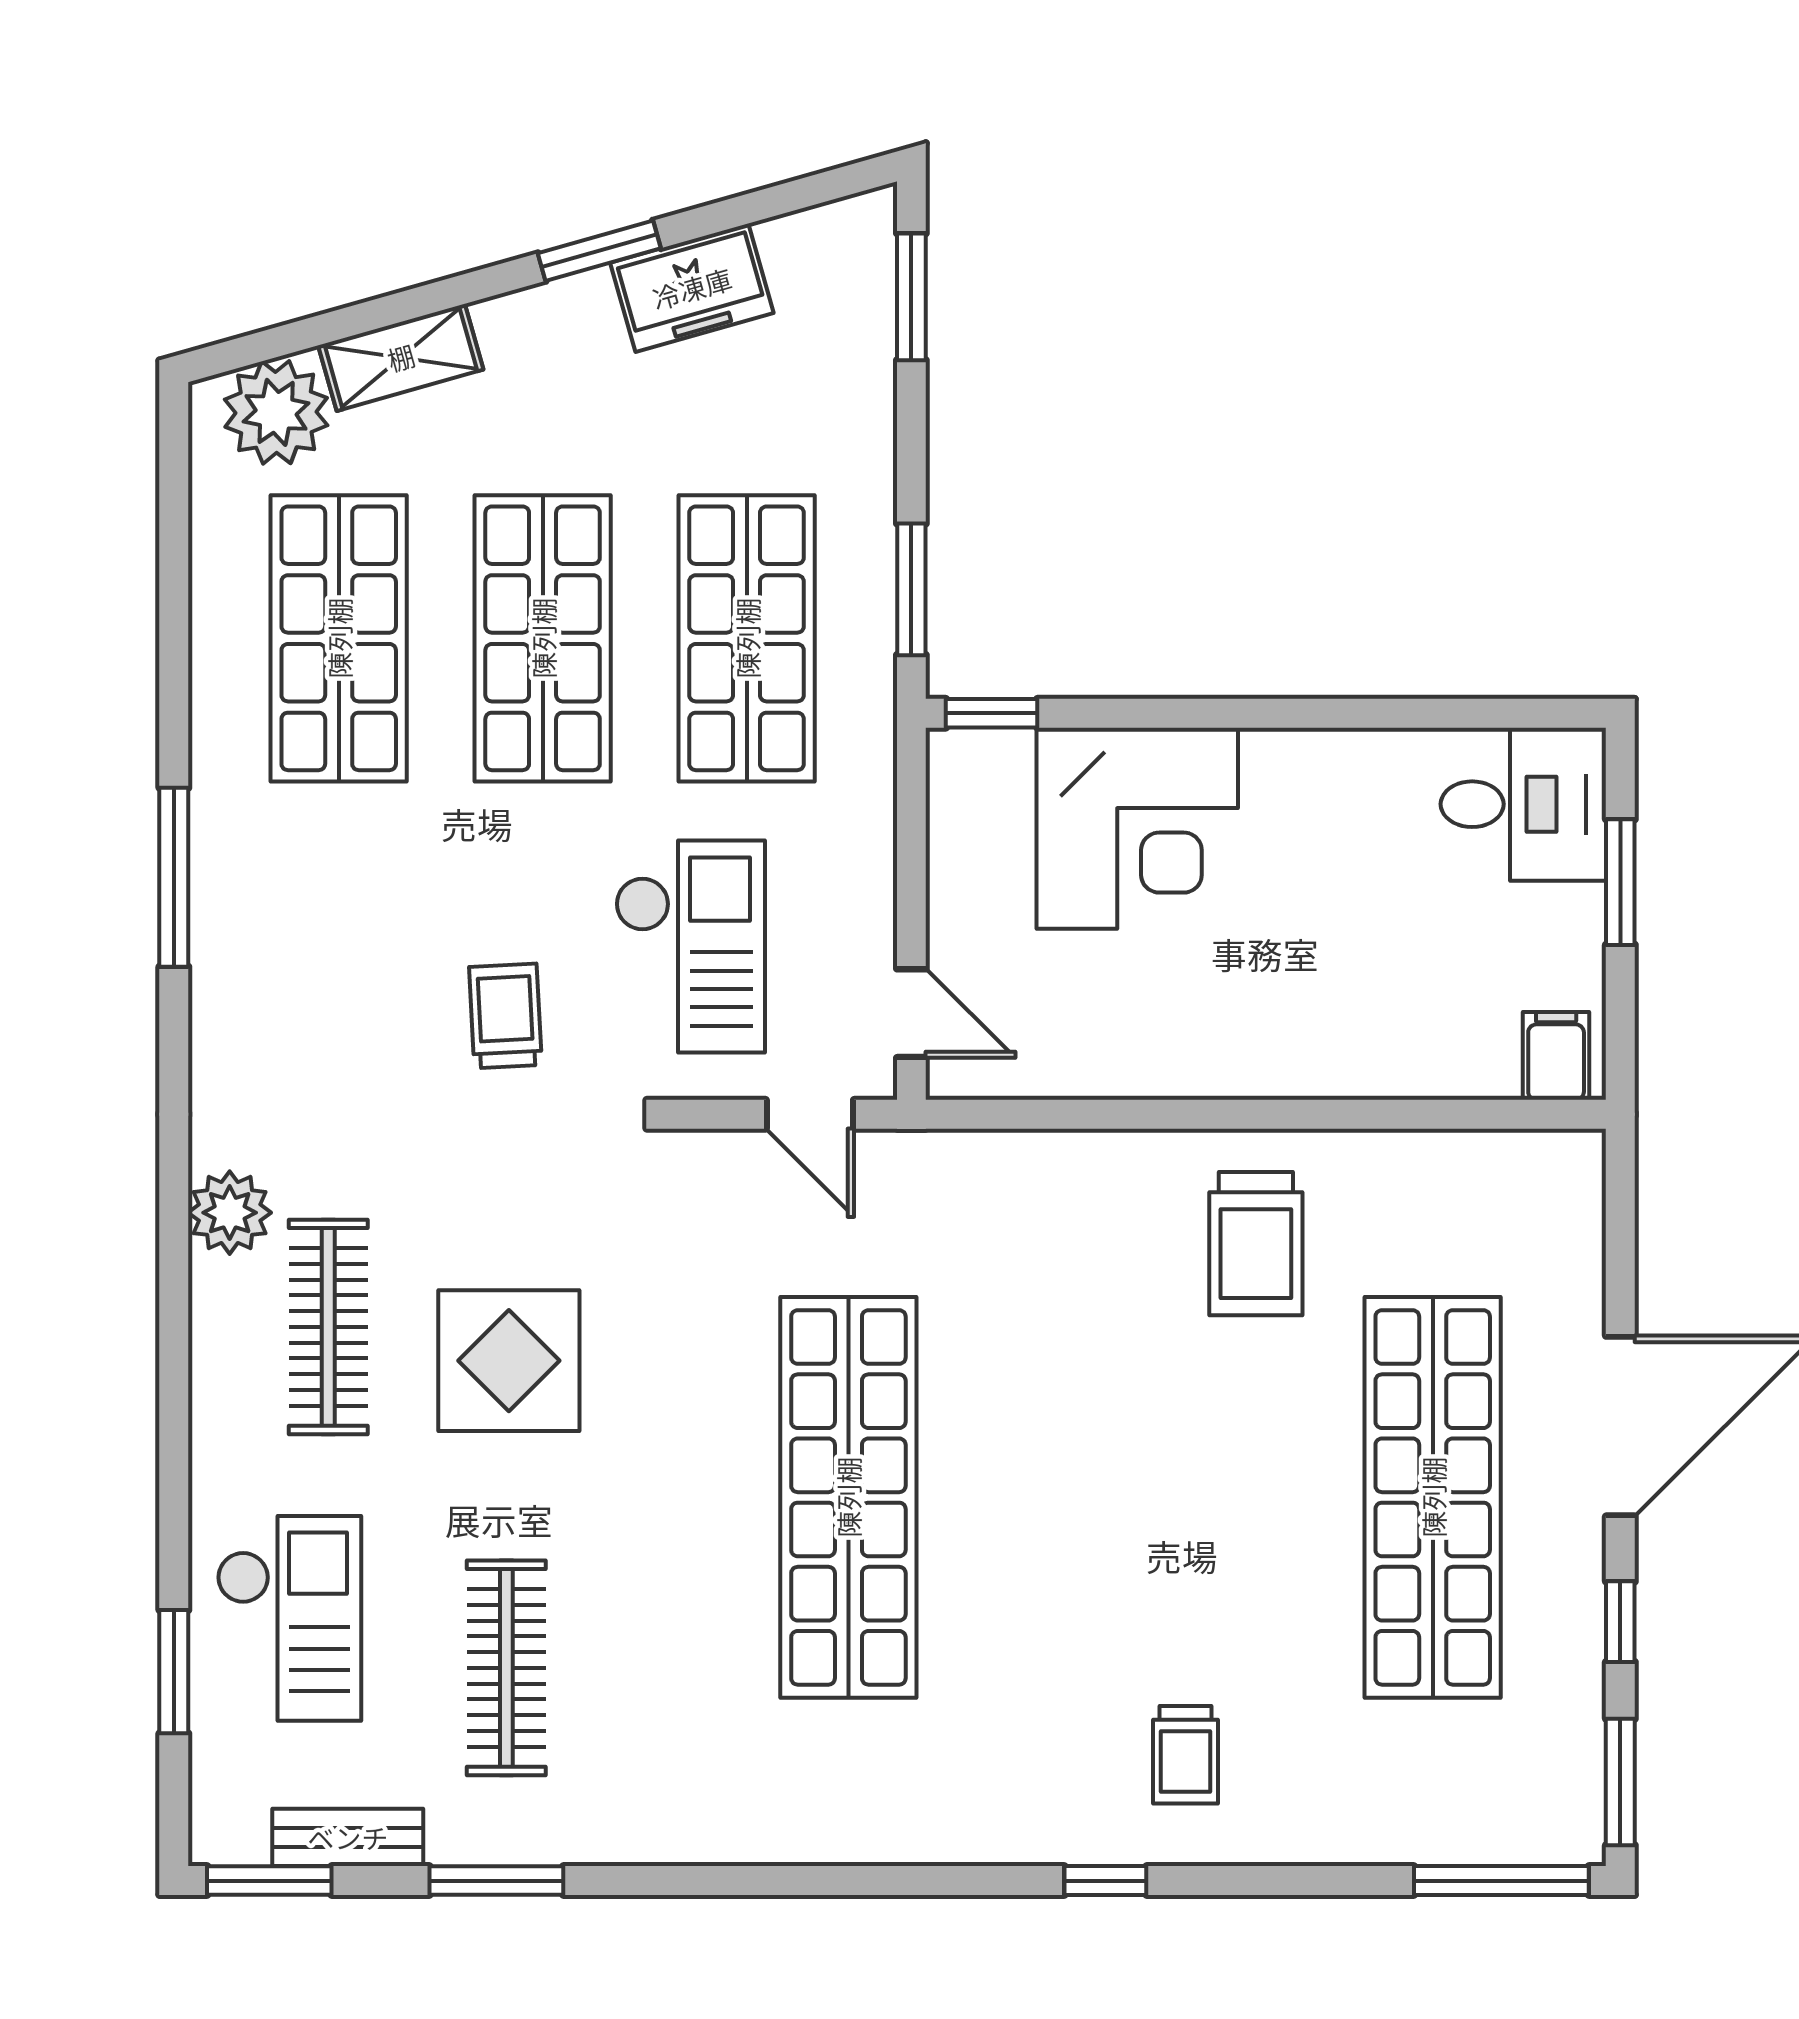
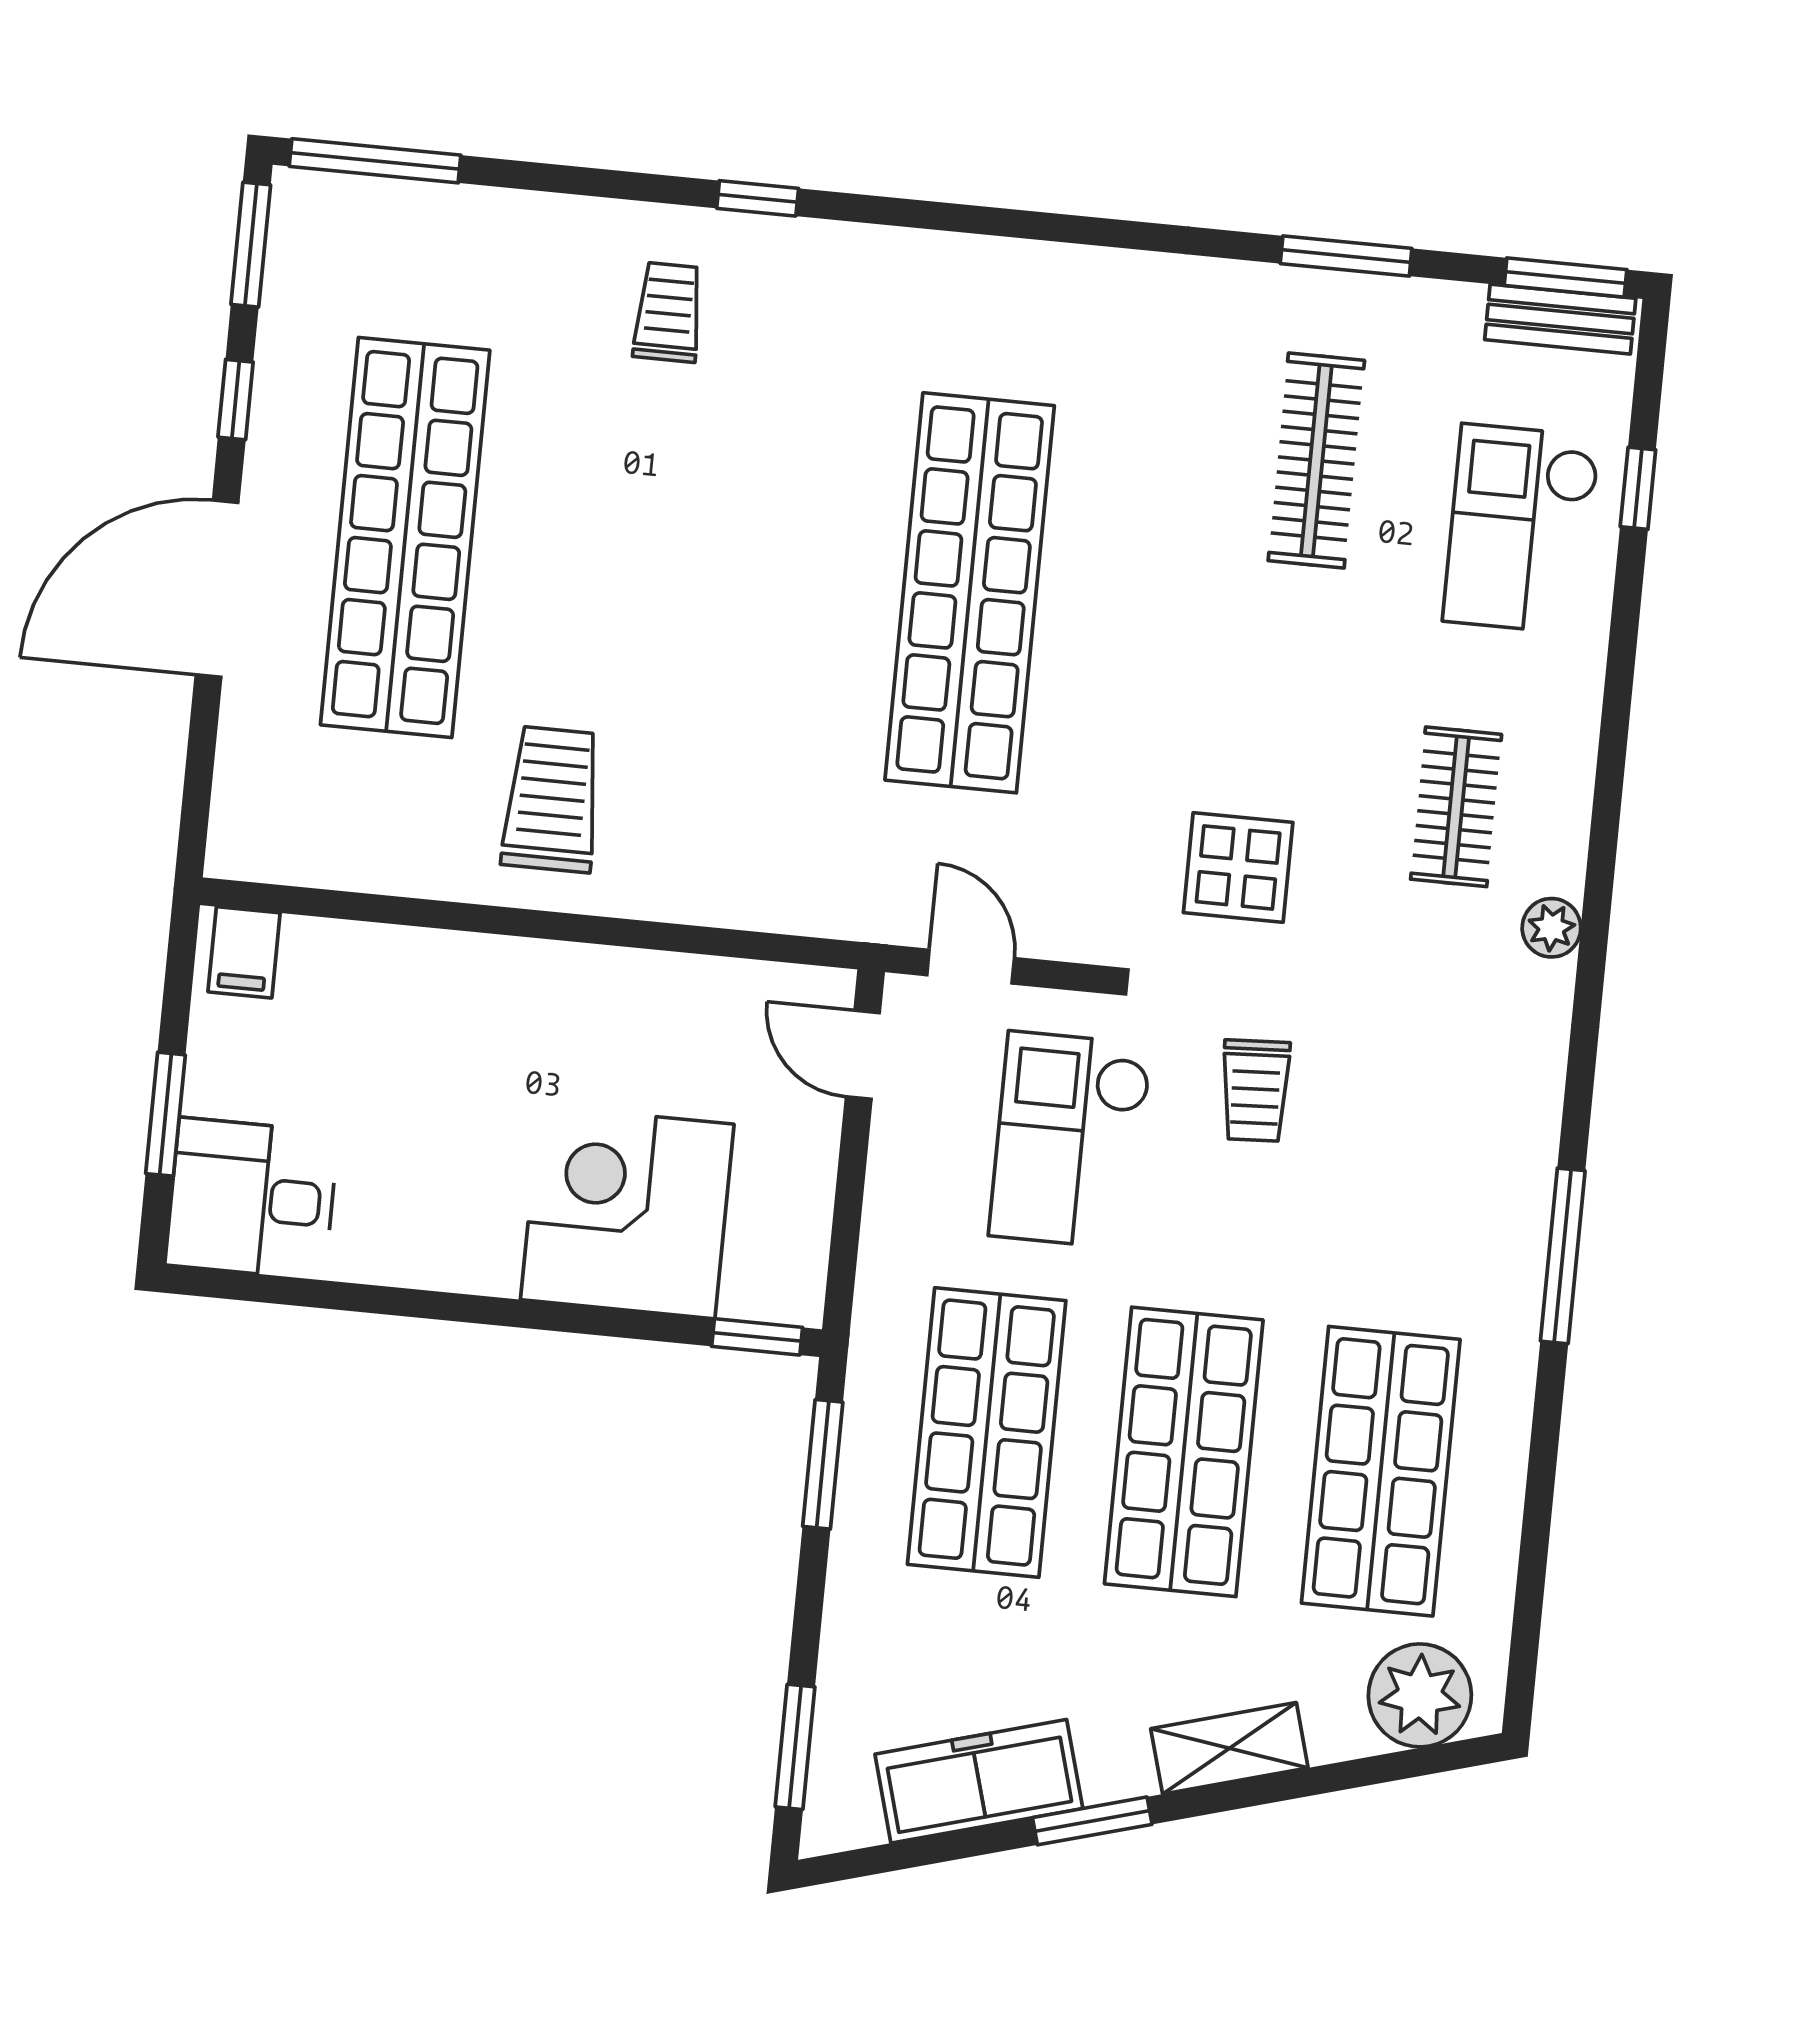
freezer: (692, 288) -> (979, 1781), width x1.40
shelving: (401, 357) -> (1229, 1748), moved
plant: (230, 1213) -> (1551, 928), width x0.73, depth x0.73
clothes rail: (328, 1327) -> (1456, 807), width x0.73
display table: (509, 1361) -> (1238, 867), moved, width x0.73, depth x0.73
window: (174, 1672) -> (1638, 488), width x0.67
bench: (348, 1837) -> (1560, 319), moved

